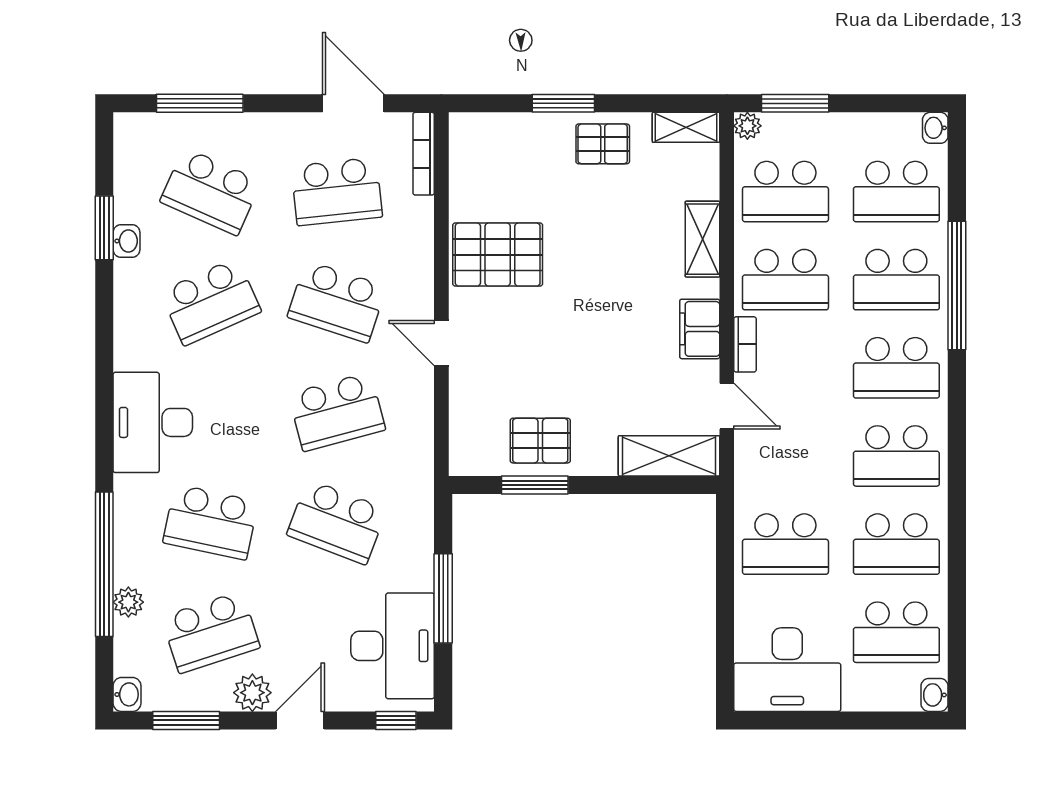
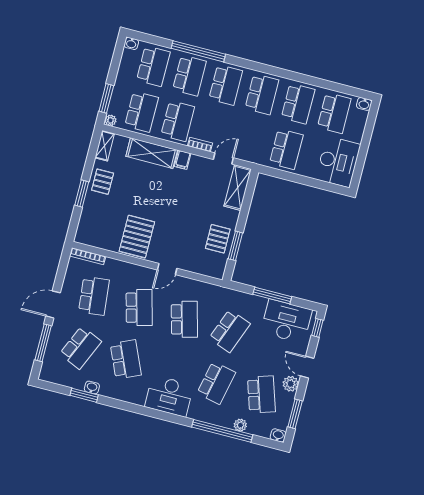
door: (353, 103) -> (53, 304), moved
shelving: (702, 239) -> (152, 153), width x1.50, depth x1.33
school desk: (337, 302) -> (139, 308), turned -33
filing cabinet: (700, 329) -> (183, 160), width x0.50

